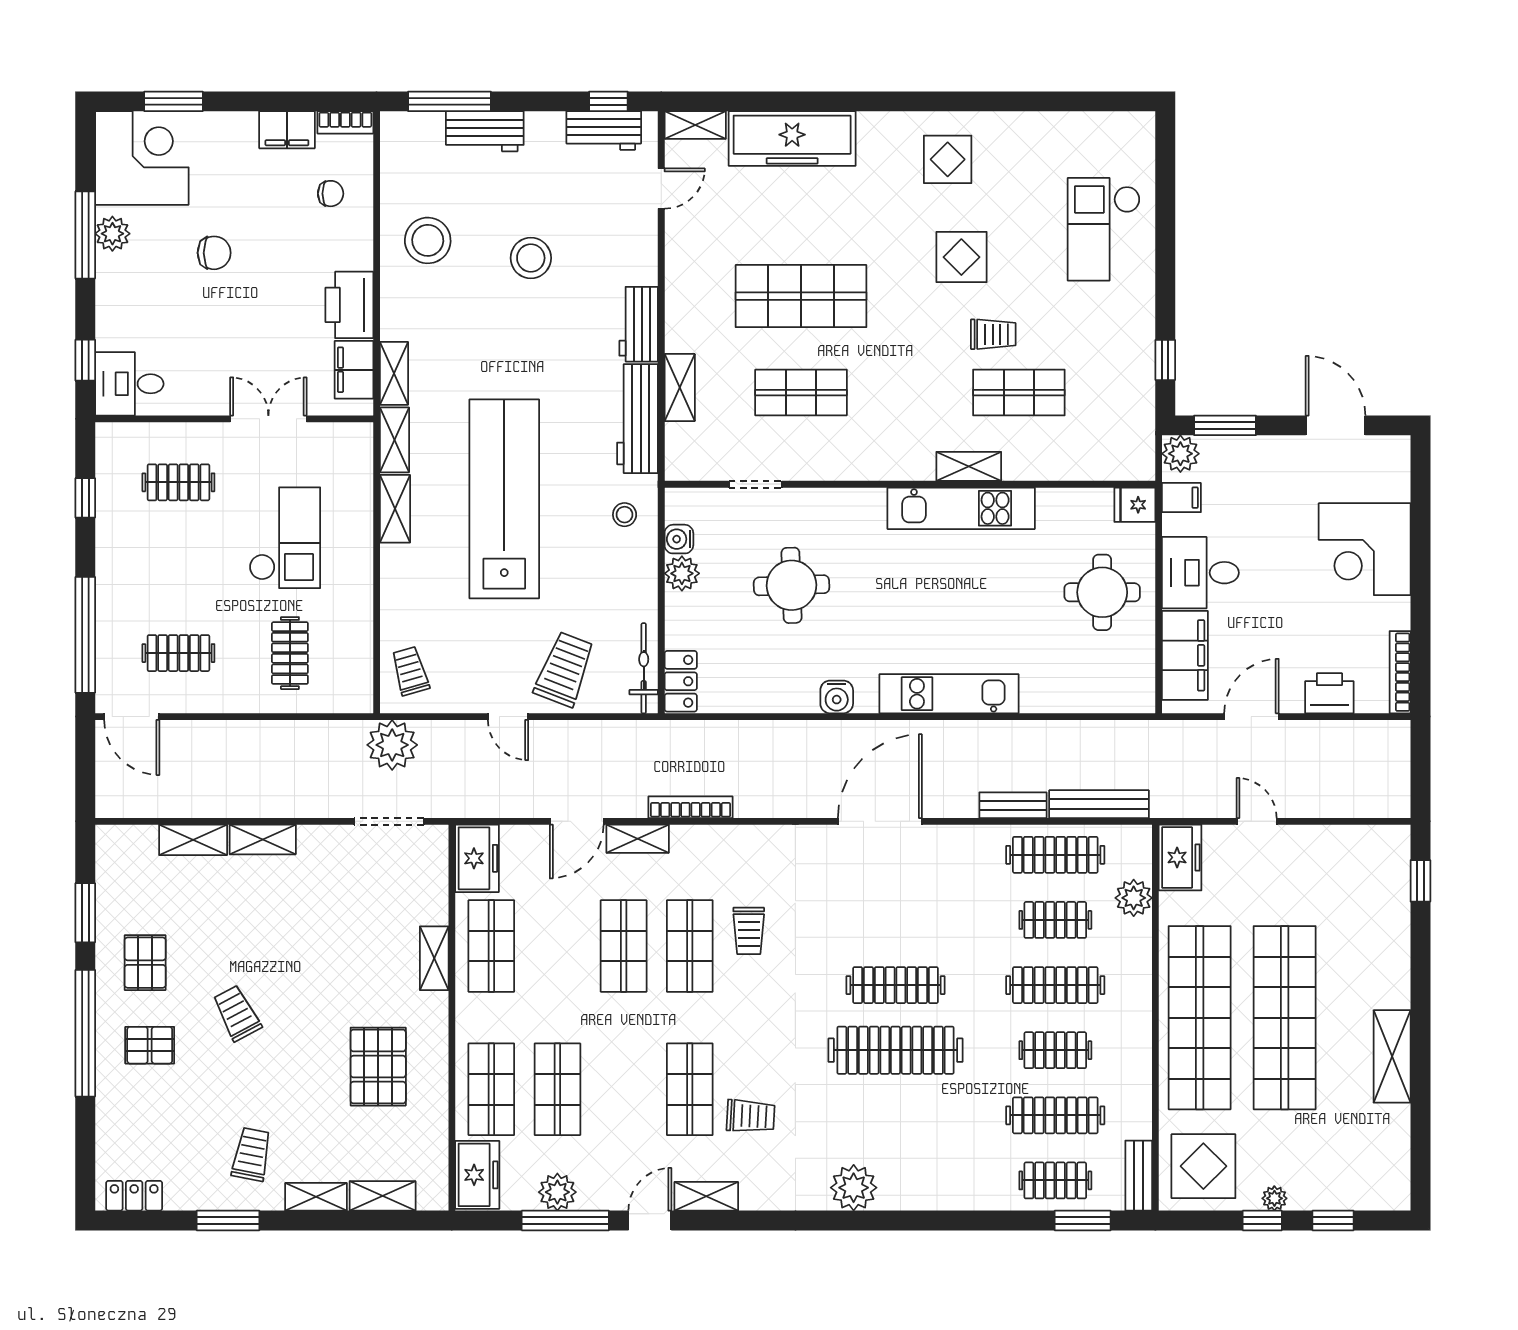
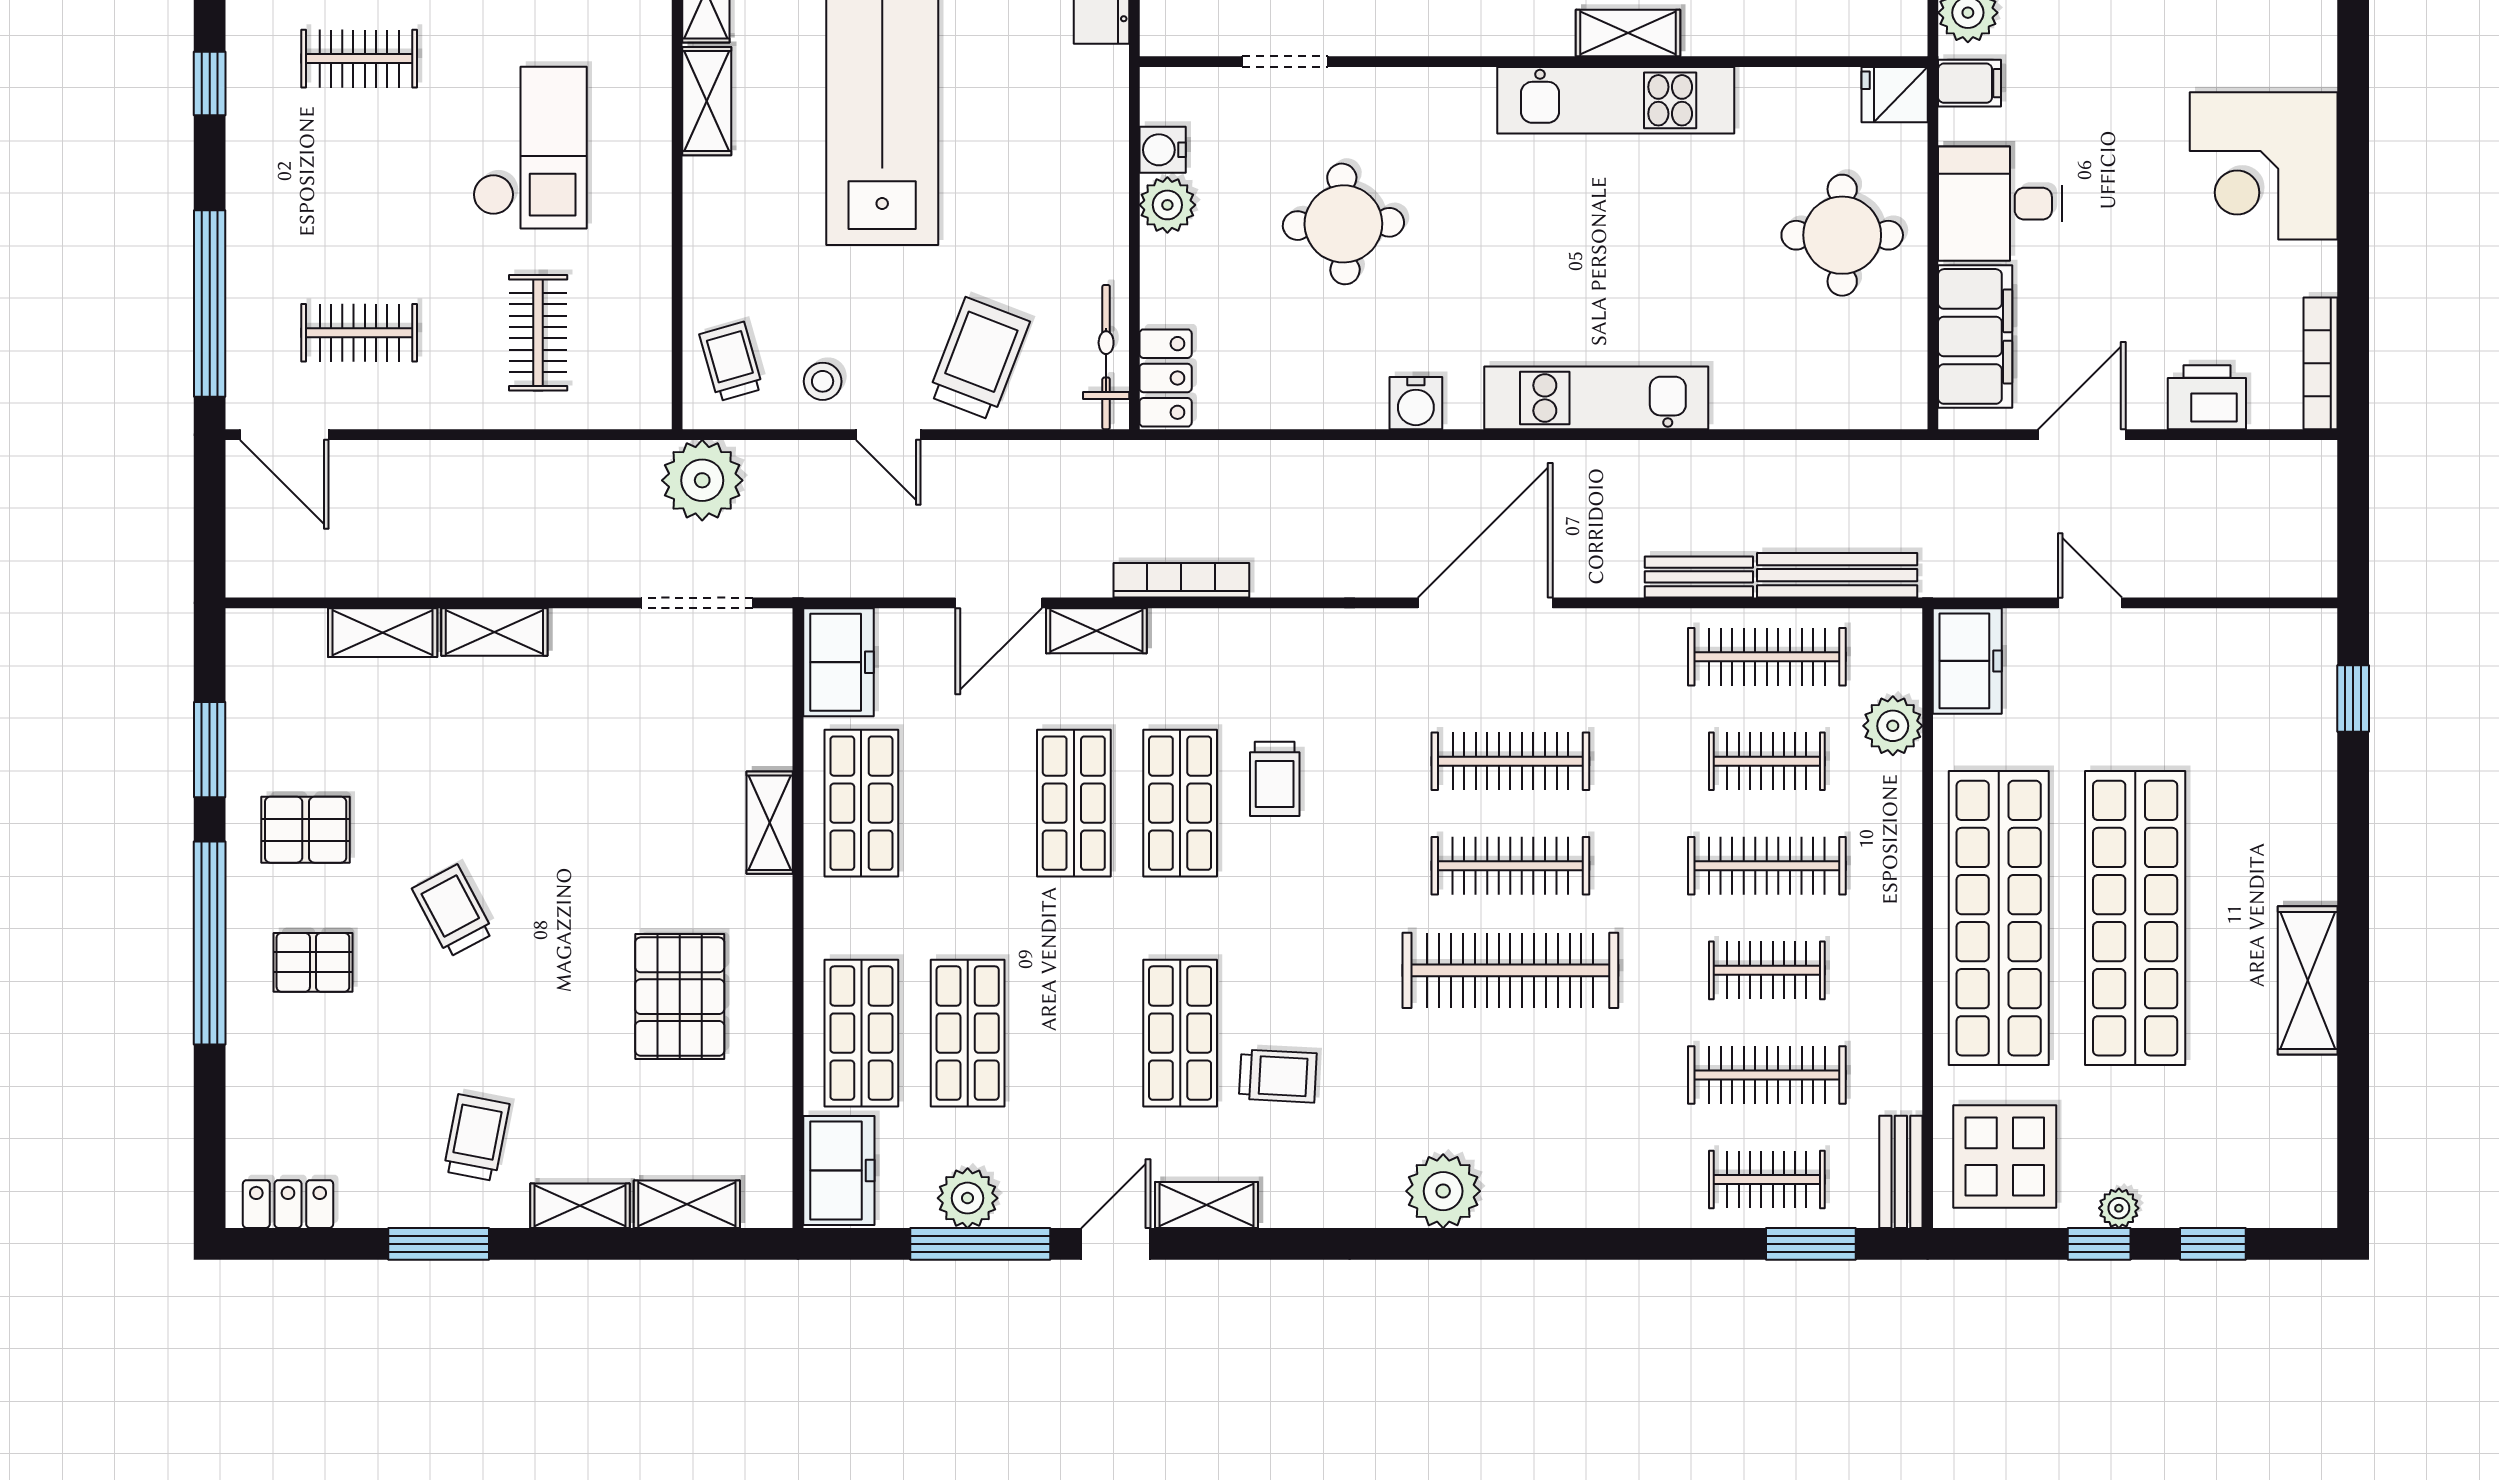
stool: (625, 515) -> (823, 381), moved
clothes rail: (896, 920) -> (1510, 761), added
pallet: (145, 963) -> (306, 830), turned 90

